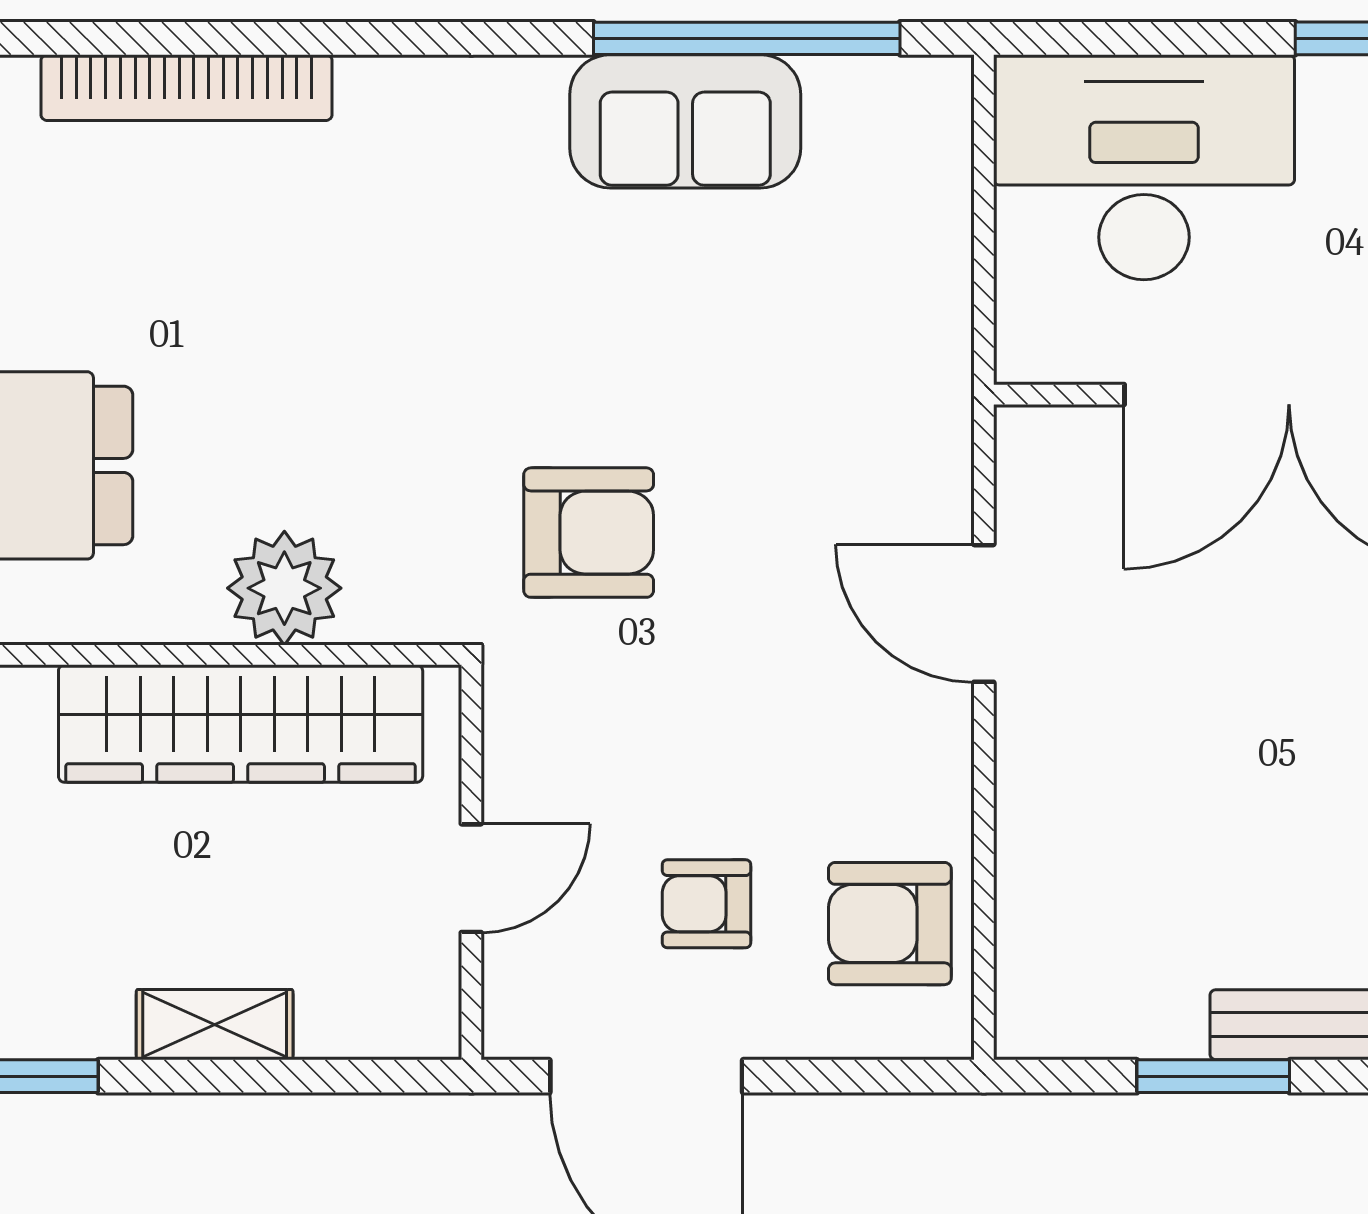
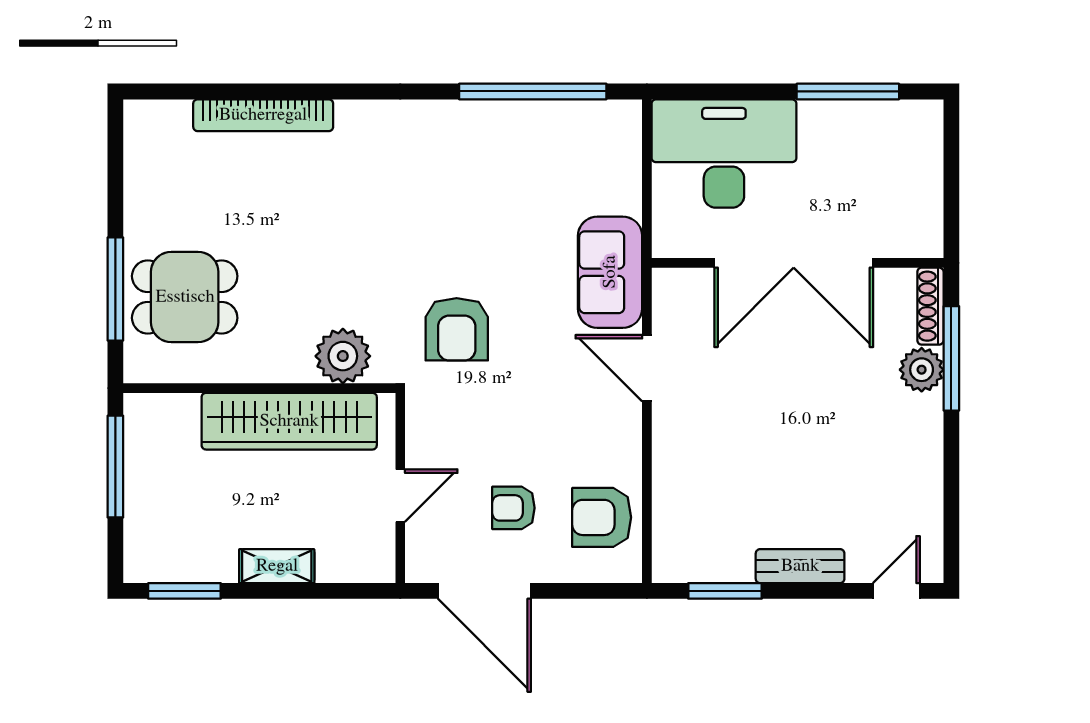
sofa: (685, 121) -> (610, 272), moved, turned 90
armchair: (589, 533) -> (457, 329), turned 90
plant: (284, 588) -> (343, 356), moved
window: (1213, 1076) -> (725, 591), moved

